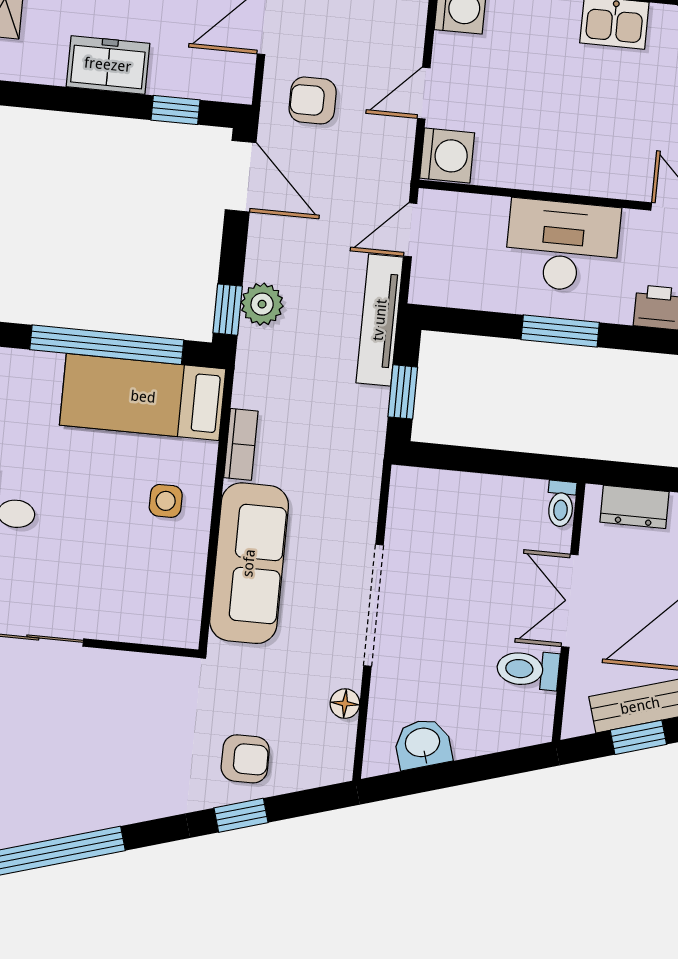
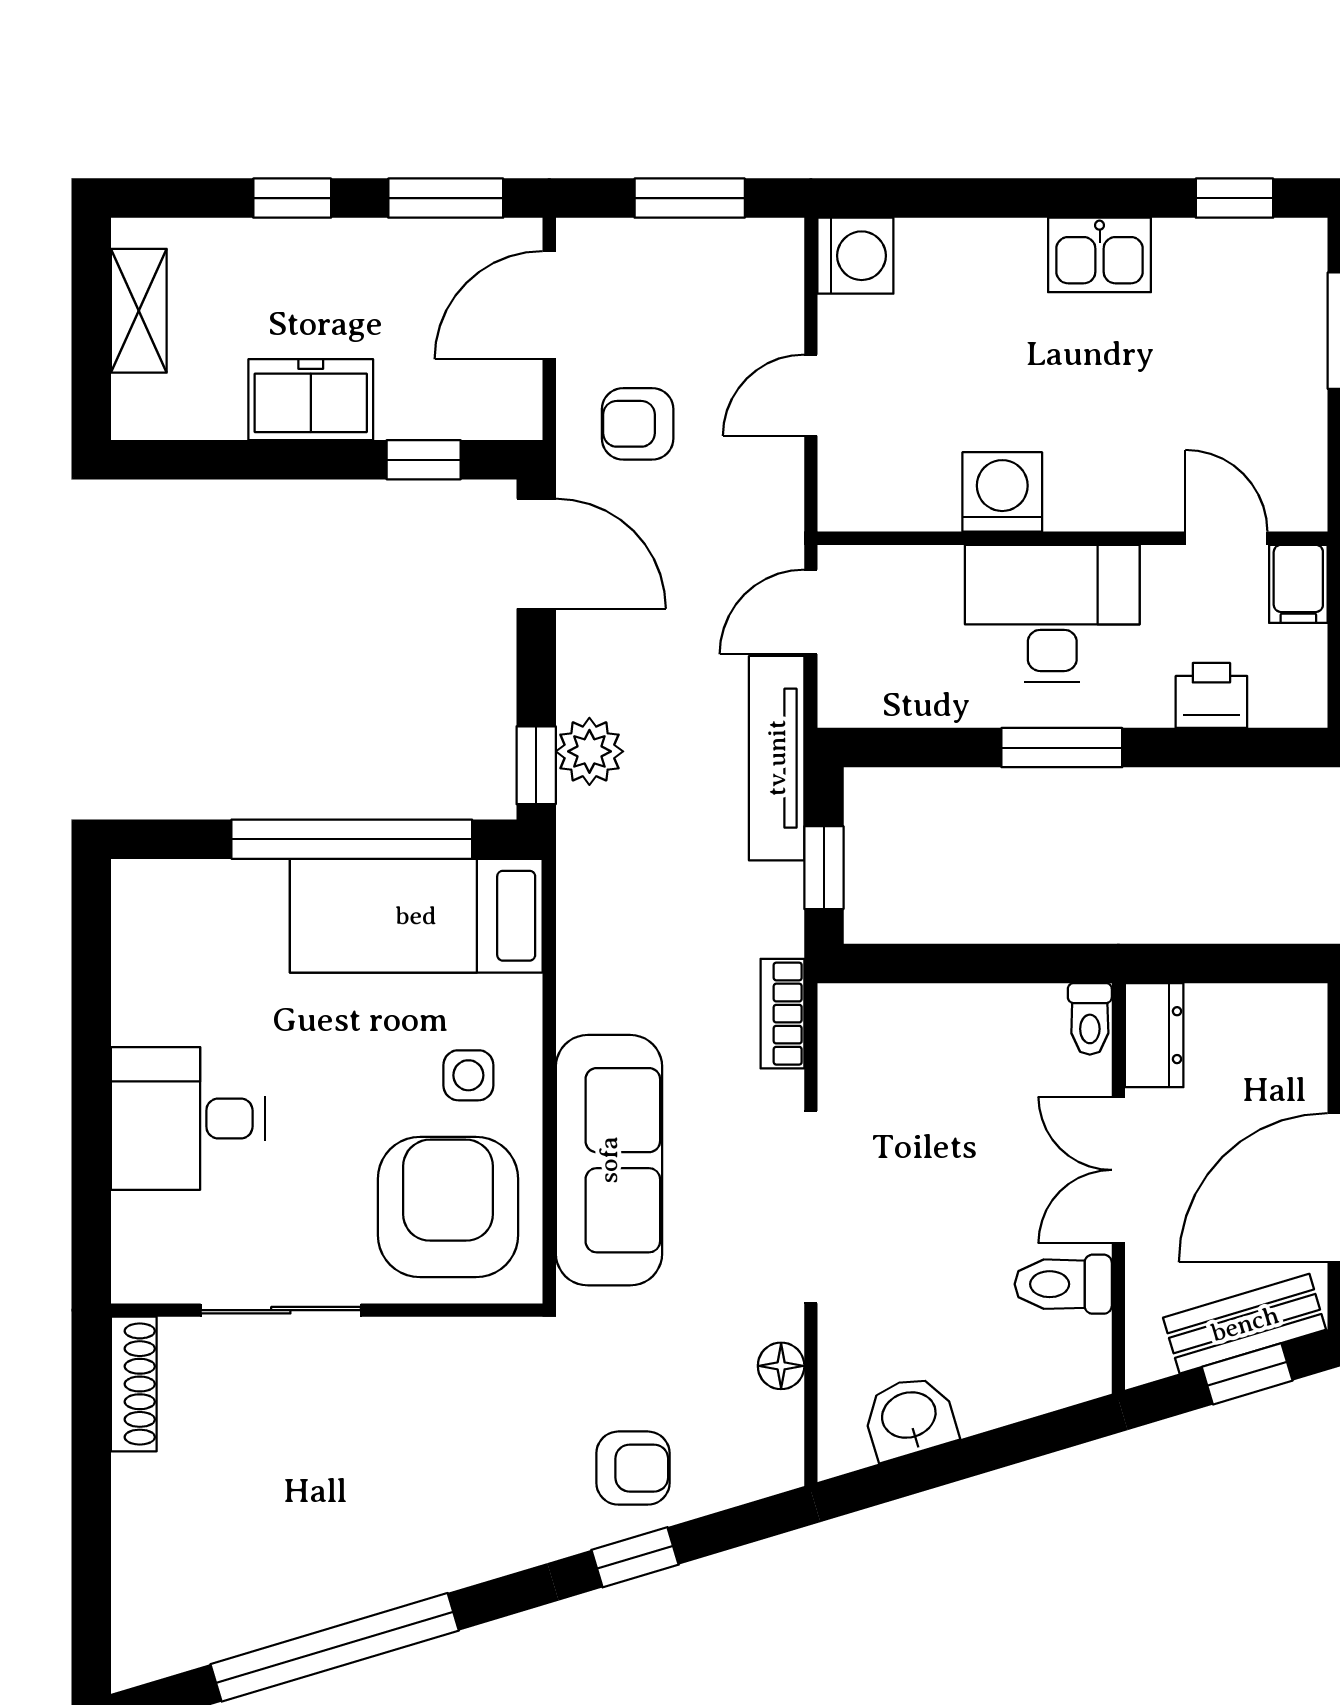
washing machine: (447, 155) -> (1002, 492), moved, turned -90
bookcase: (241, 444) -> (782, 1014), moved, turned 180
dresser: (635, 507) -> (1154, 1035), moved, turned -90
armchair: (145, 583) -> (448, 1207), added

